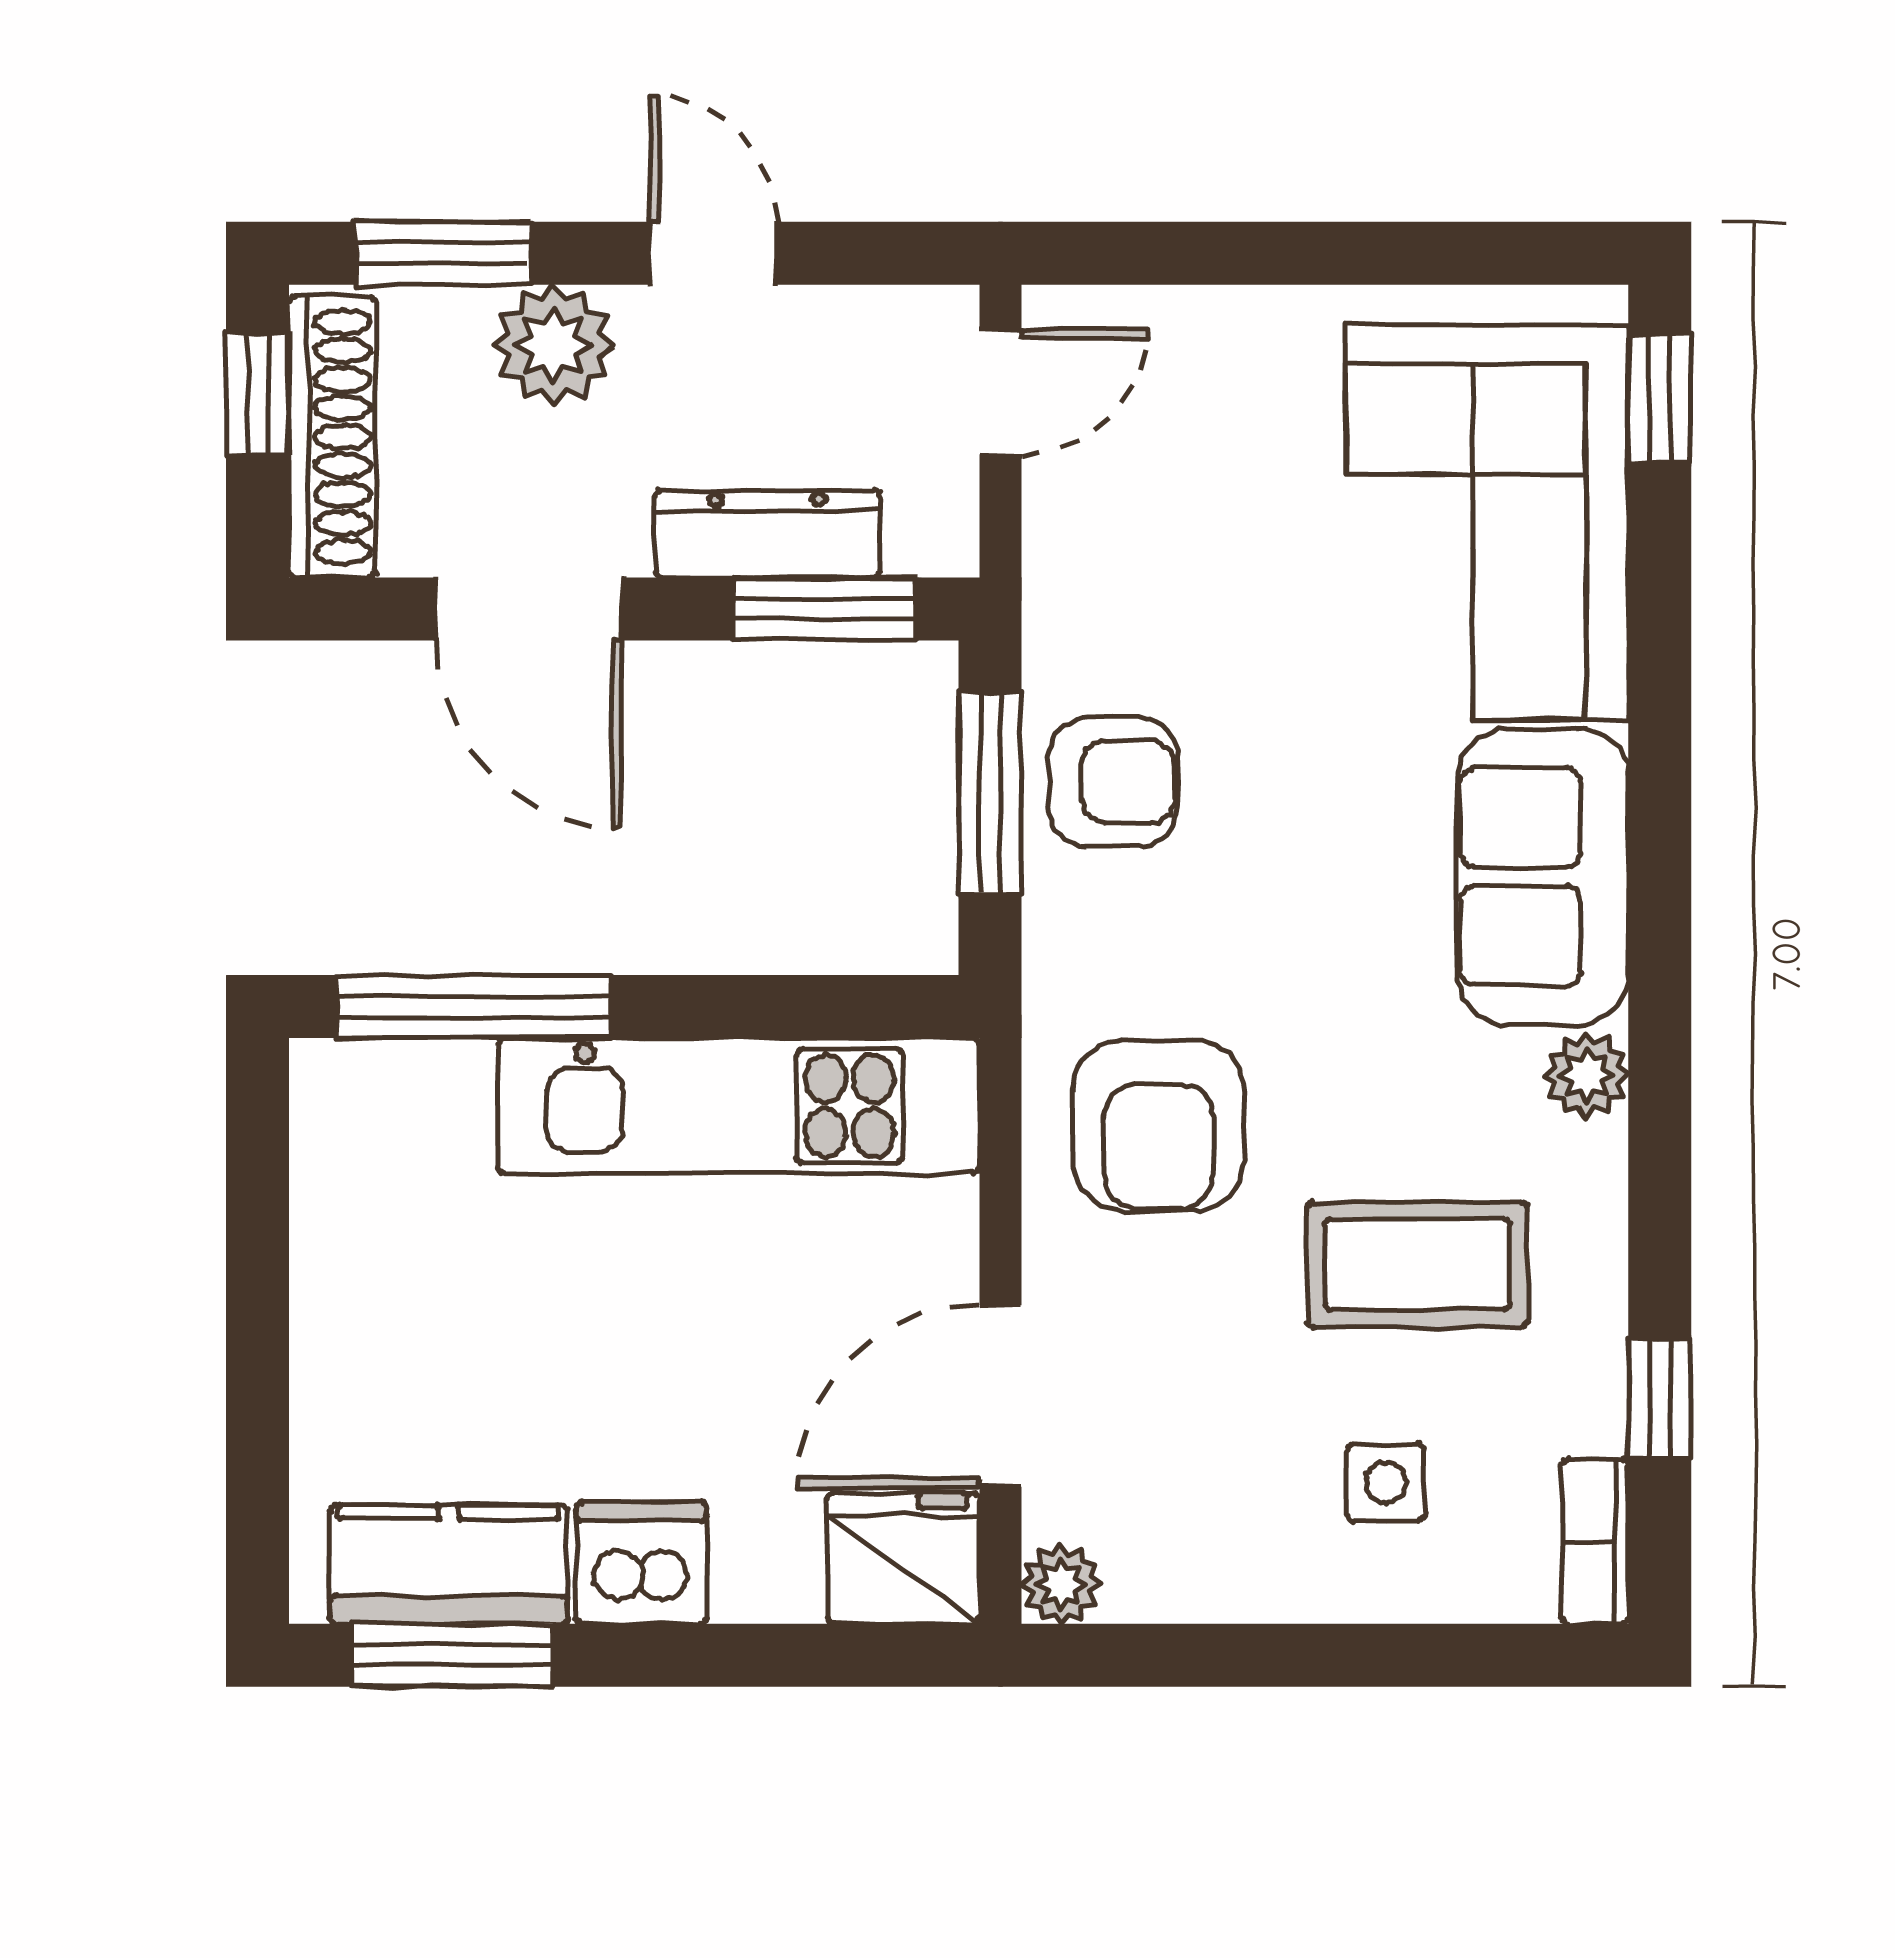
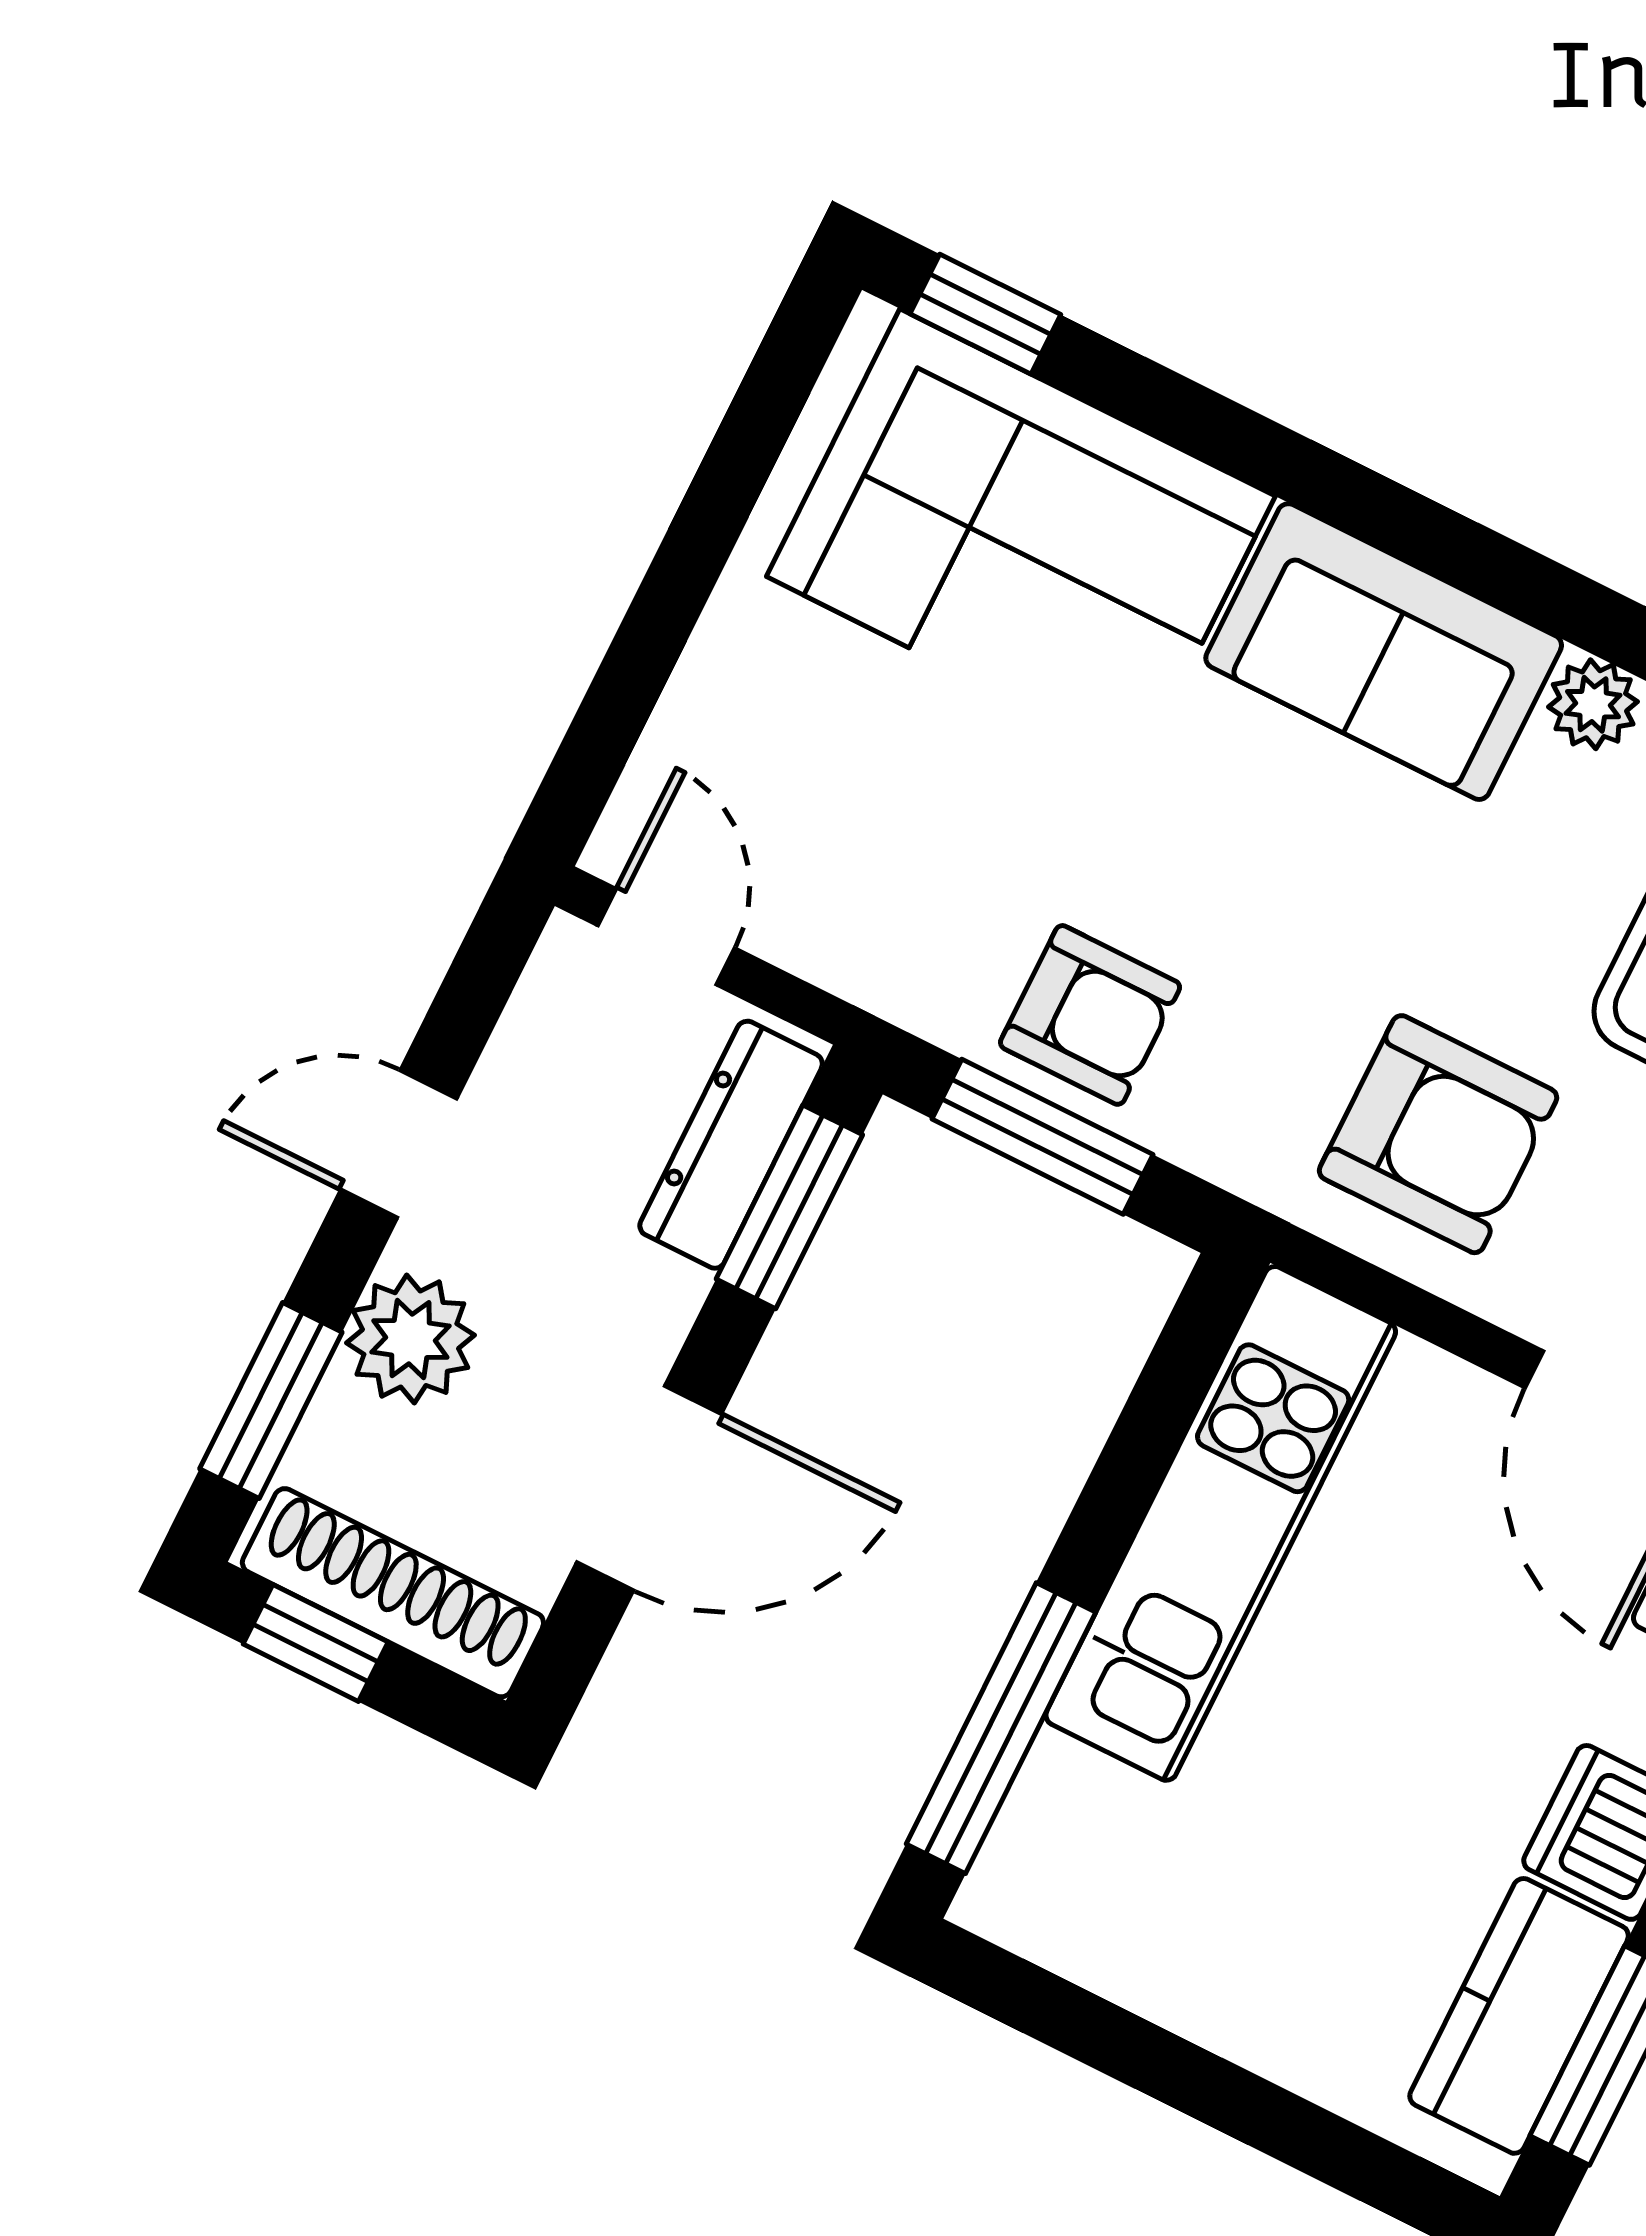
dresser: (767, 534) -> (731, 1145), moved
armchair: (1113, 782) -> (1090, 1015), turned 90

